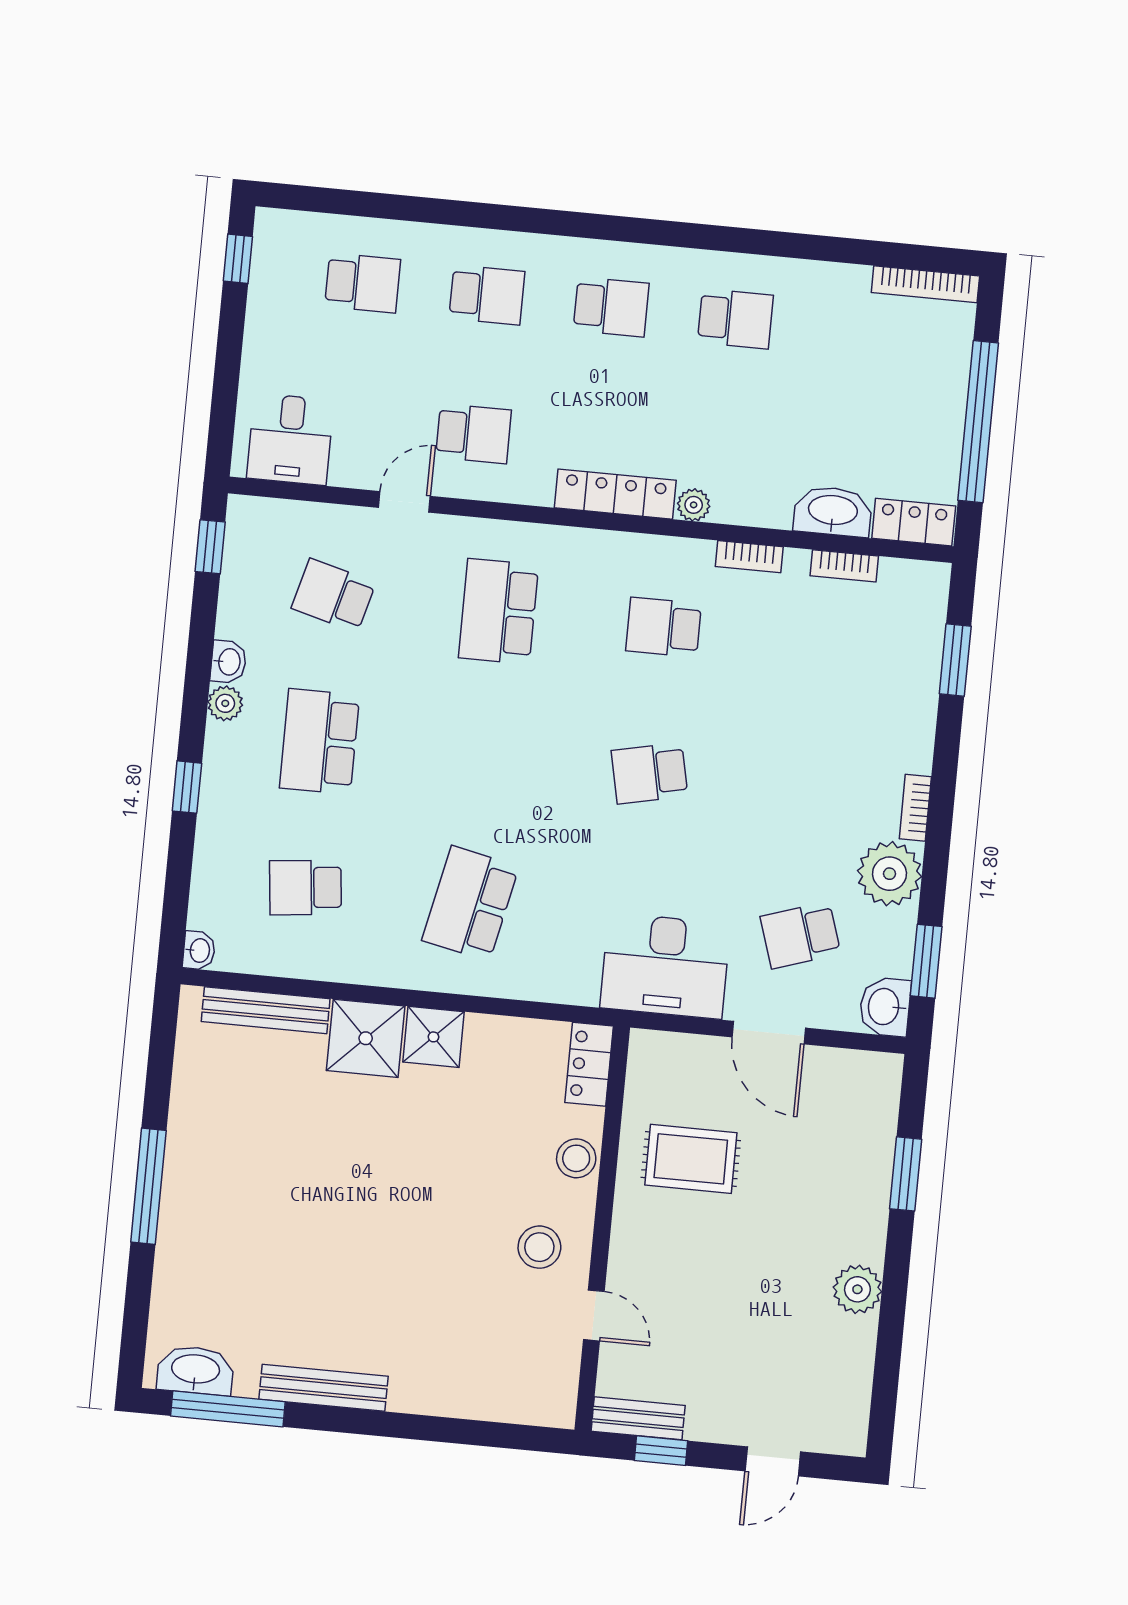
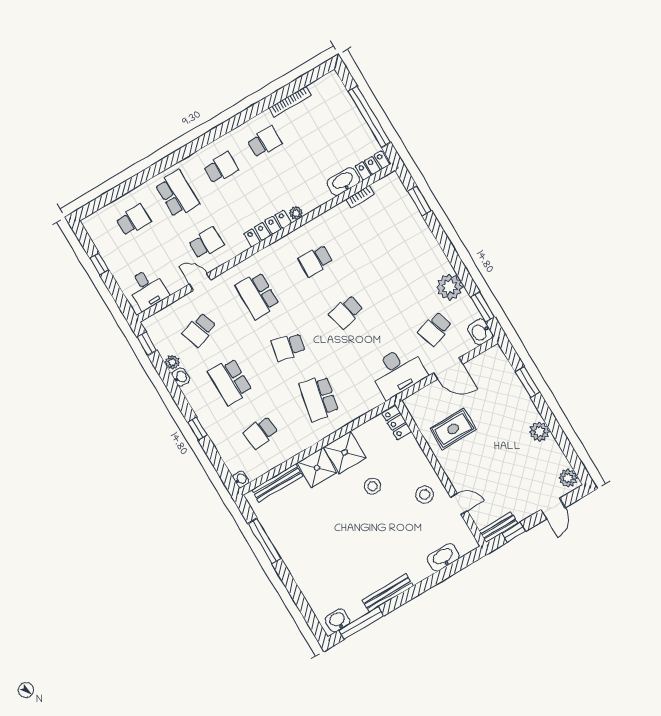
window: (238, 259) -> (99, 264), moved
bookcase: (925, 284) -> (290, 102), moved
school desk: (487, 295) -> (177, 194), width x1.85
door: (404, 502) -> (200, 282), hinge flipped
bookcase: (749, 557) -> (327, 217), removed
school desk: (334, 595) -> (199, 330), turned -33
plant: (225, 703) -> (172, 362), moved
school desk: (485, 757) -> (288, 347), added
bookcase: (915, 808) -> (442, 259), removed
shower: (434, 1037) -> (345, 452), width x1.36, depth x1.36
stool: (576, 1158) -> (372, 486), moved
window: (148, 1186) -> (265, 541), moved
washbasin: (195, 1370) -> (338, 620), width x0.72
washbasin: (485, 1398) -> (443, 557), added
plant: (847, 1423) -> (568, 478), added

